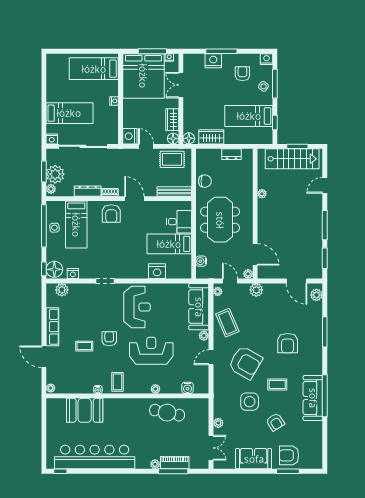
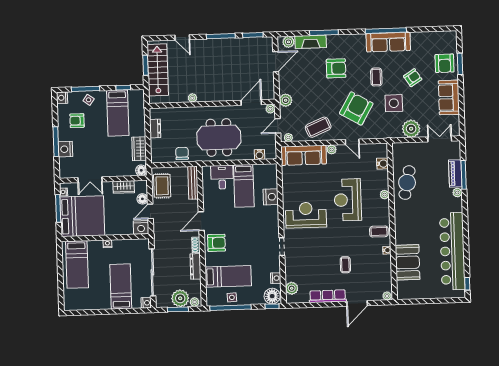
floor lamp: (173, 139) -> (142, 199), moved
fireplace: (316, 318) -> (311, 42), added
armchair: (109, 339) -> (338, 241), removed
plant: (218, 423) -> (411, 129), width x1.88, depth x1.88

